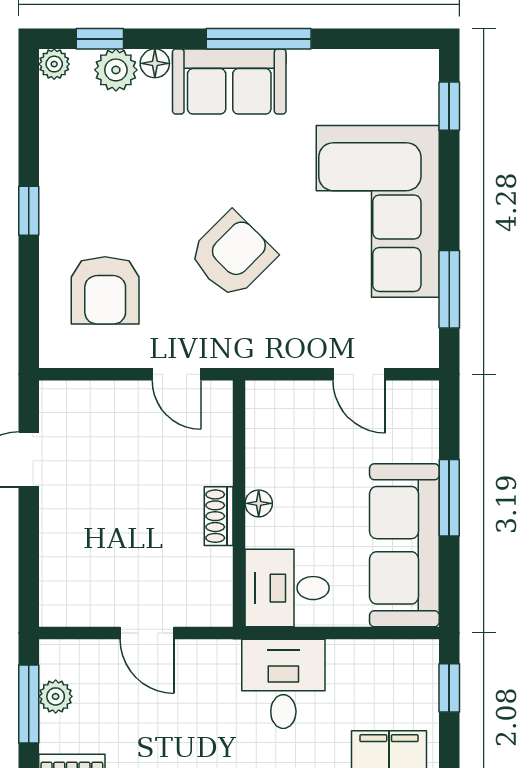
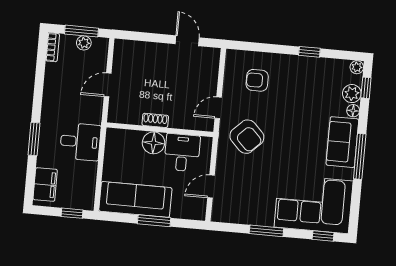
window: (29, 211) -> (309, 52), moved
corner sofa: (378, 211) -> (314, 204), moved
armchair: (232, 255) -> (247, 137), moved
window: (449, 289) -> (266, 231), moved
armchair: (105, 290) -> (257, 80), width x0.72, depth x0.72
floor lamp: (259, 503) -> (154, 143), width x1.89, depth x1.89
desk: (287, 588) -> (182, 153), moved

